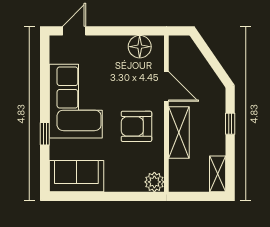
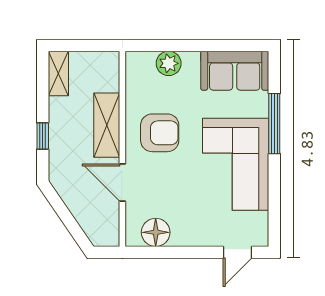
window: (45, 134) -> (274, 124), width x2.17
plant: (154, 182) -> (169, 63), moved

